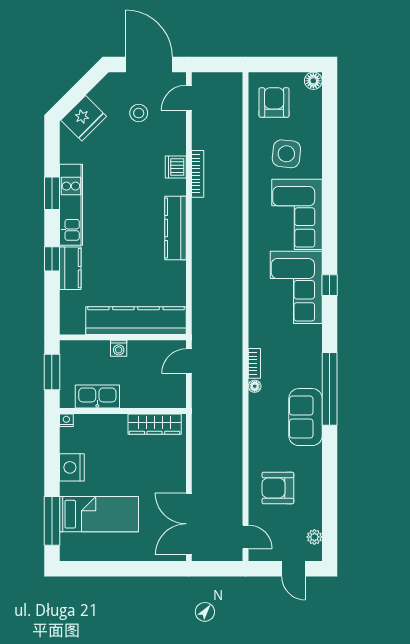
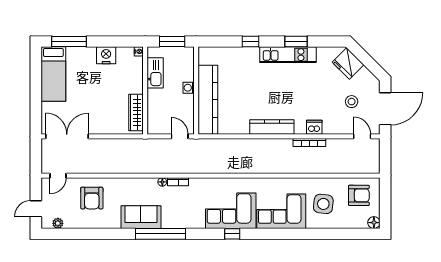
kitchen counter: (70, 268) -> (244, 54), removed
armchair: (278, 488) -> (92, 198), turned 180
bed: (99, 514) -> (53, 74), moved

